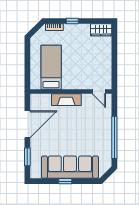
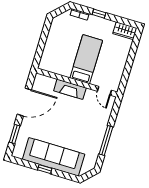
bed: (51, 67) -> (86, 59), moved
window: (114, 137) -> (106, 141), width x0.68

